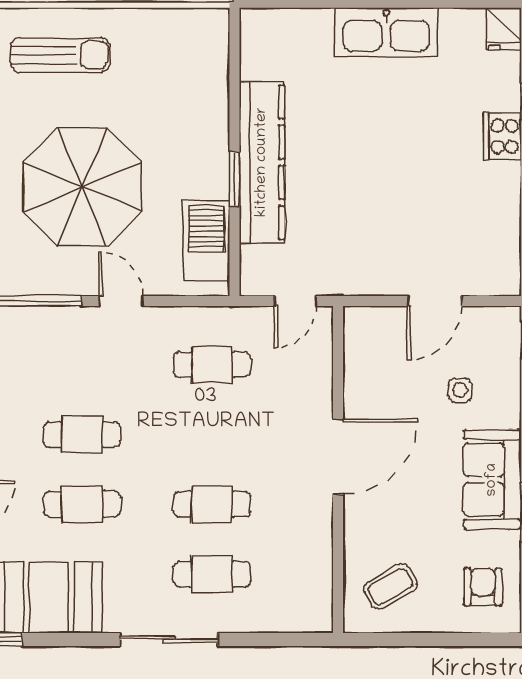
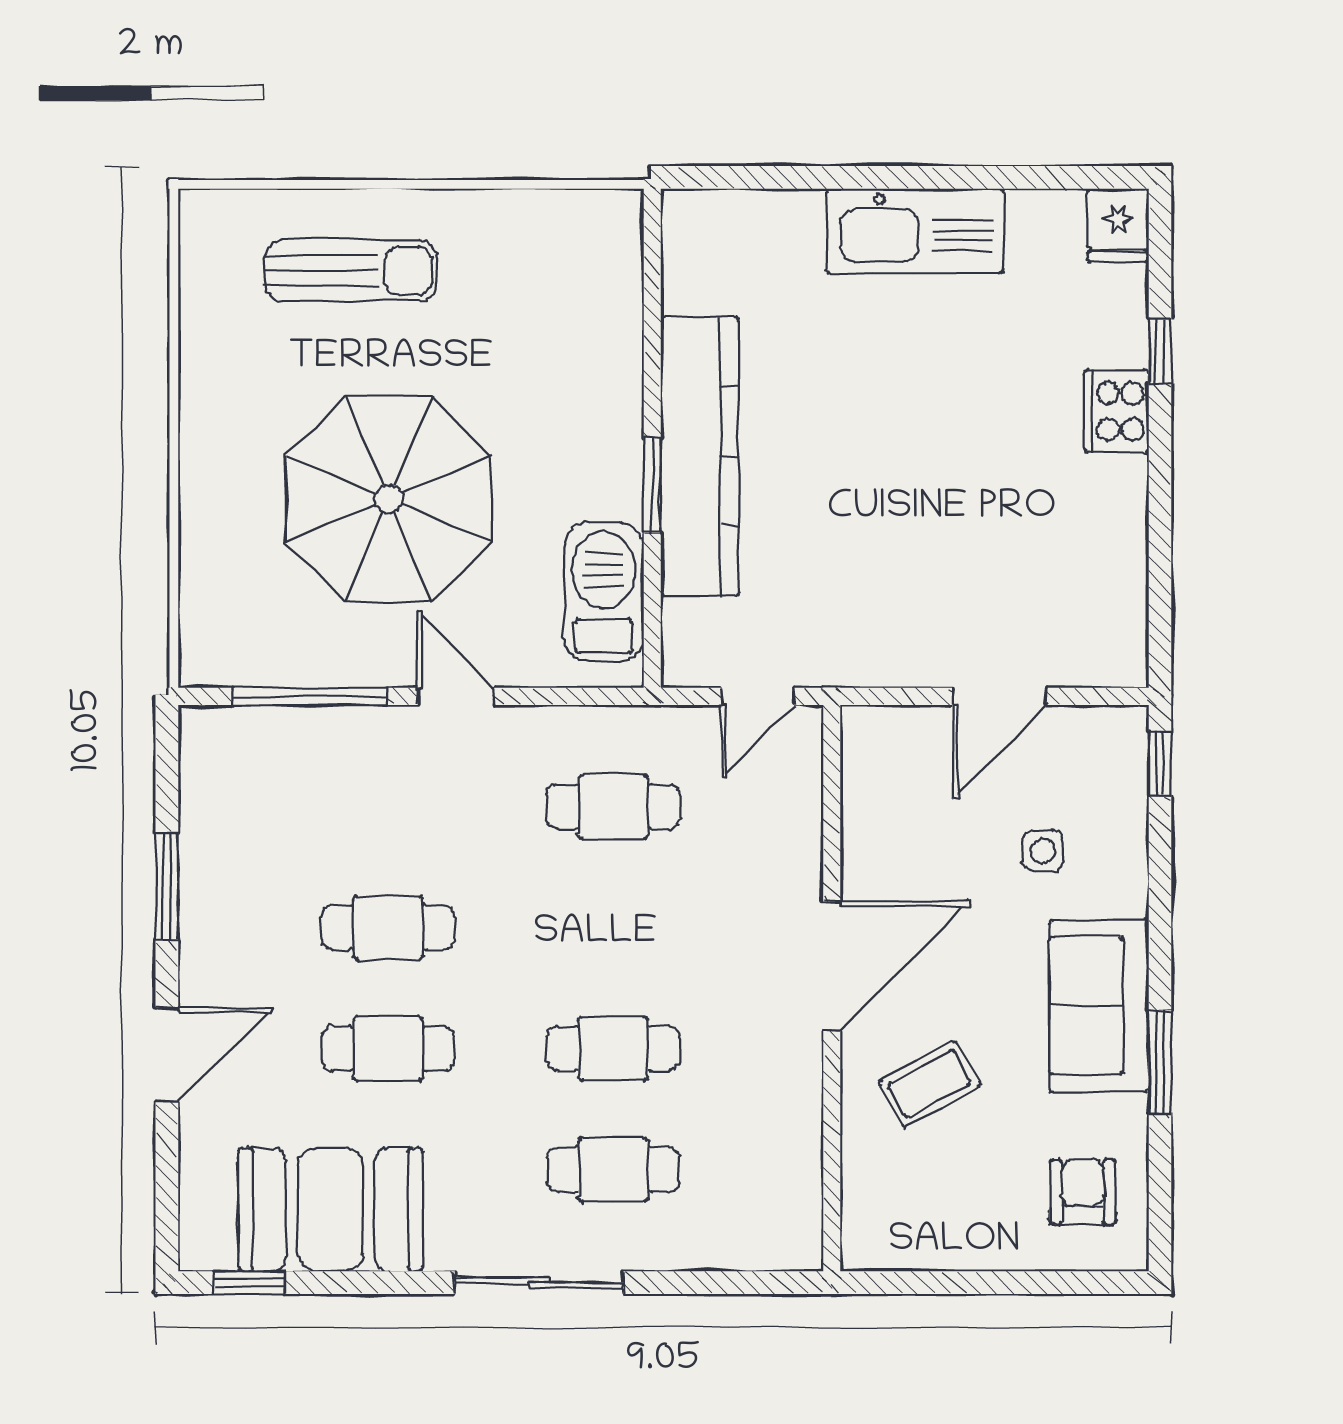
coffee table: (390, 587) -> (930, 1084), moved

